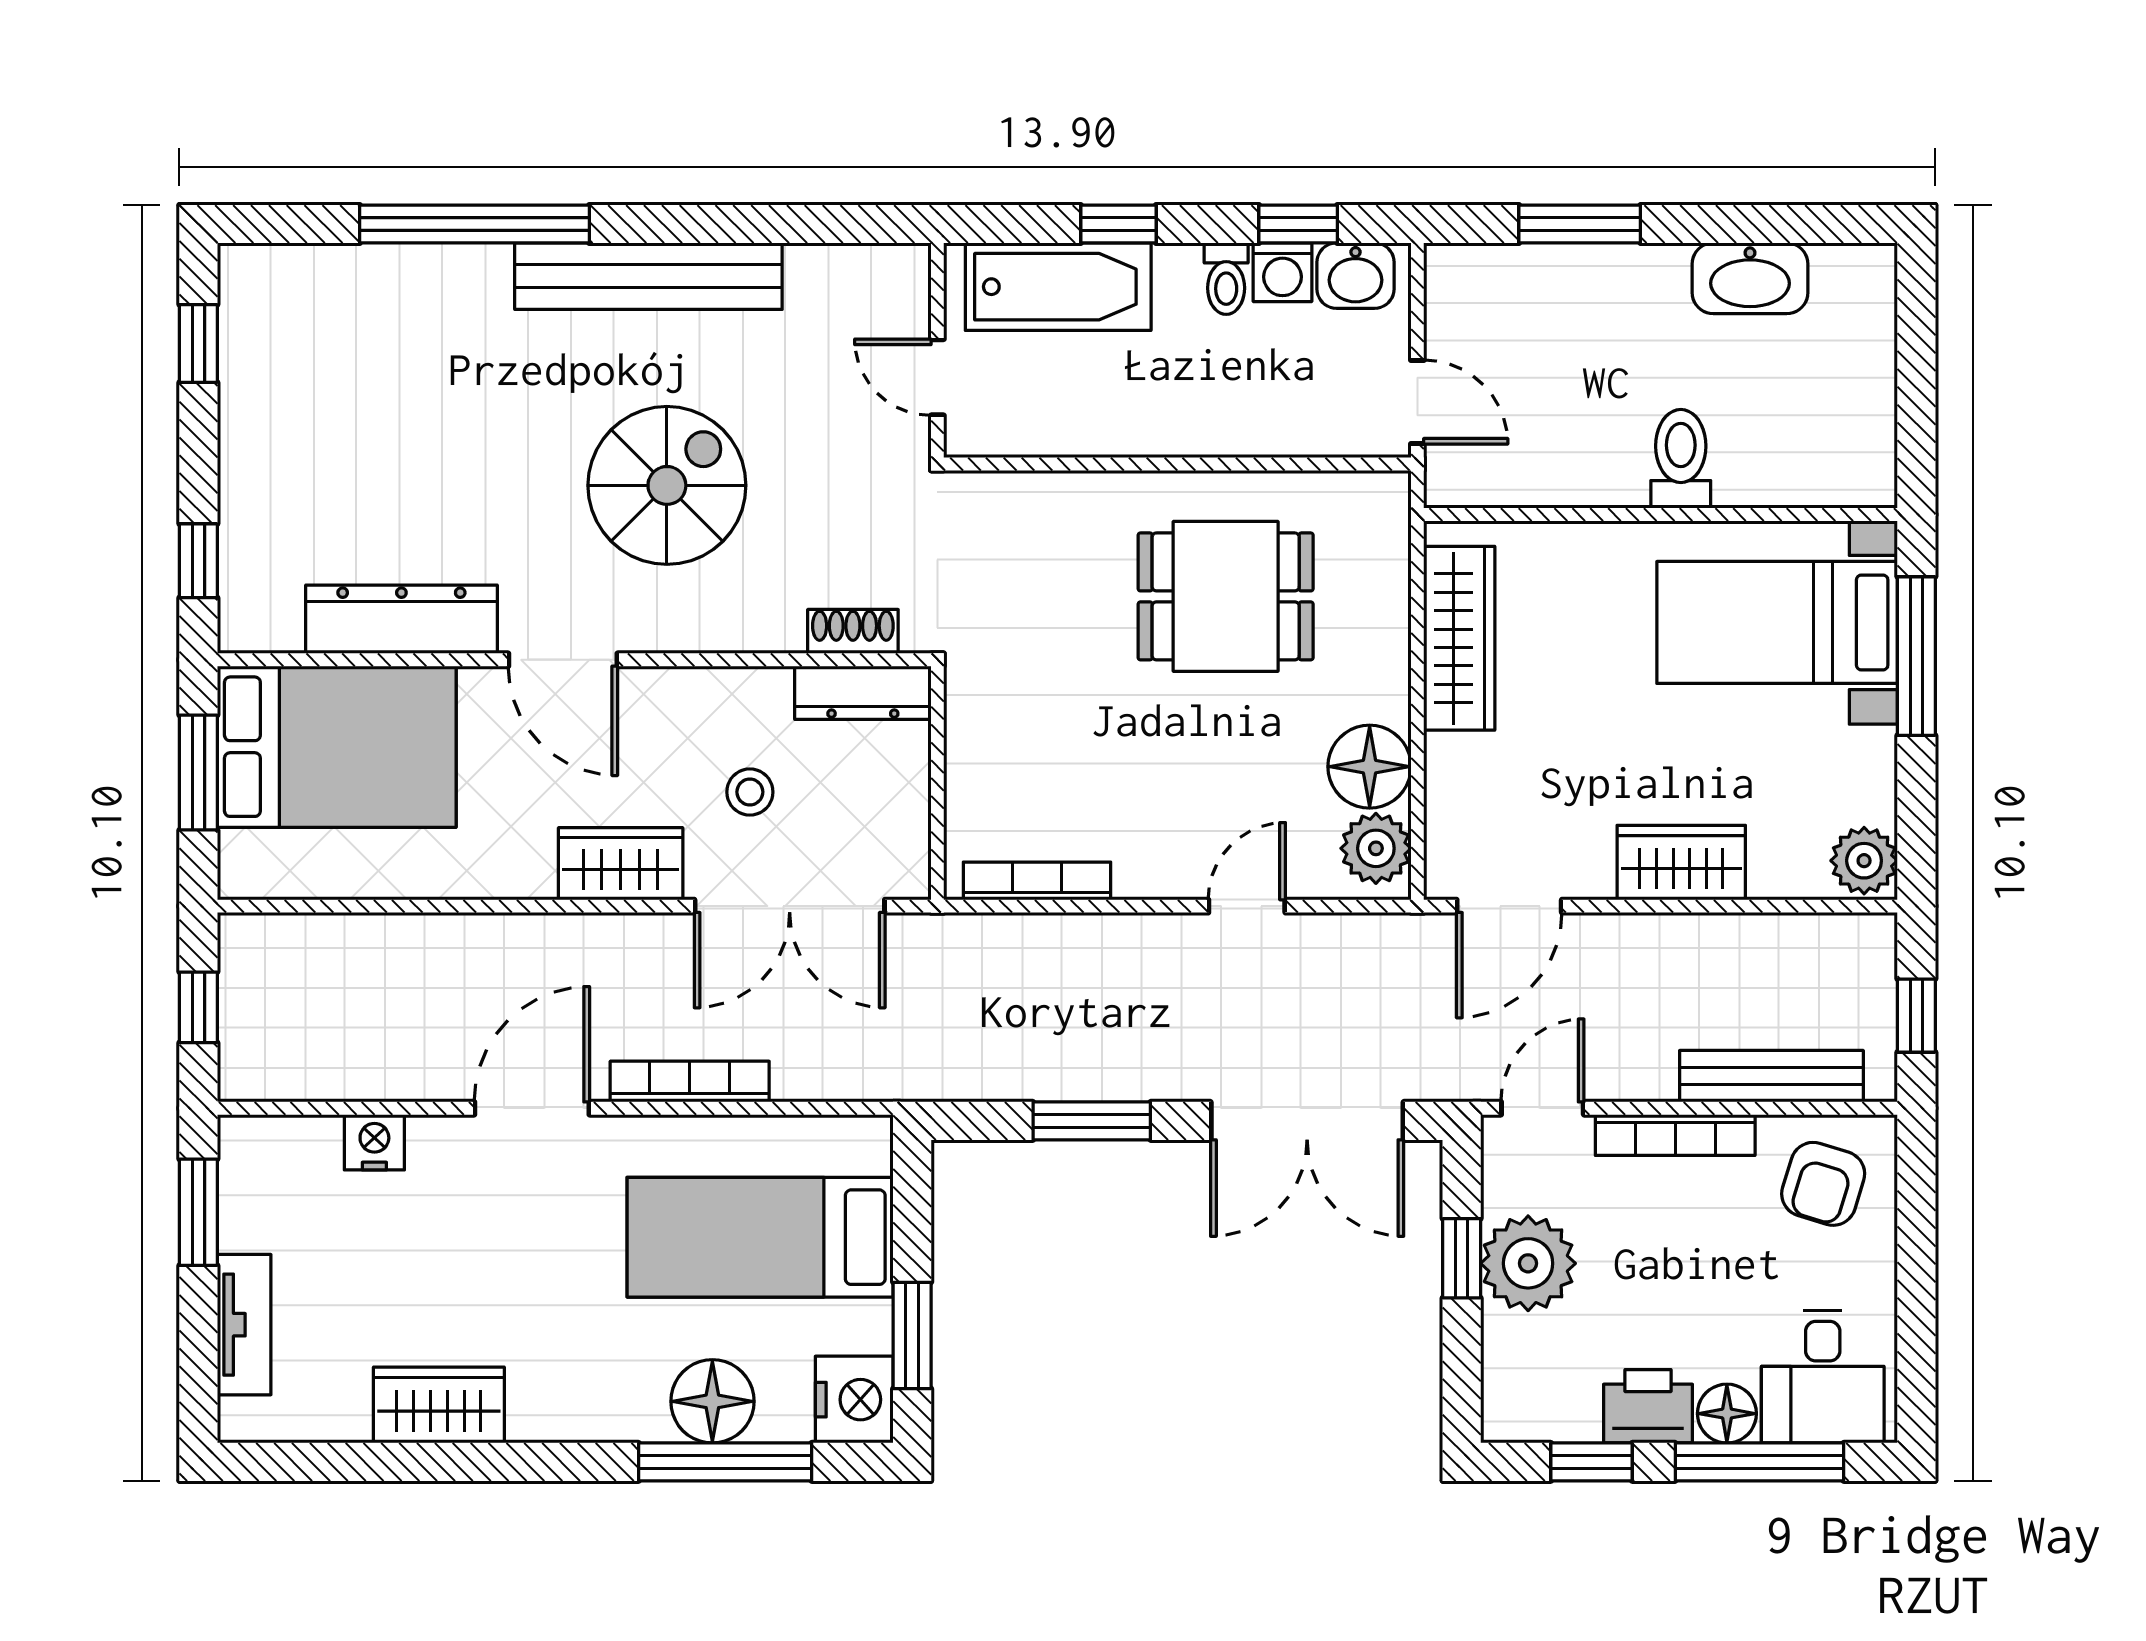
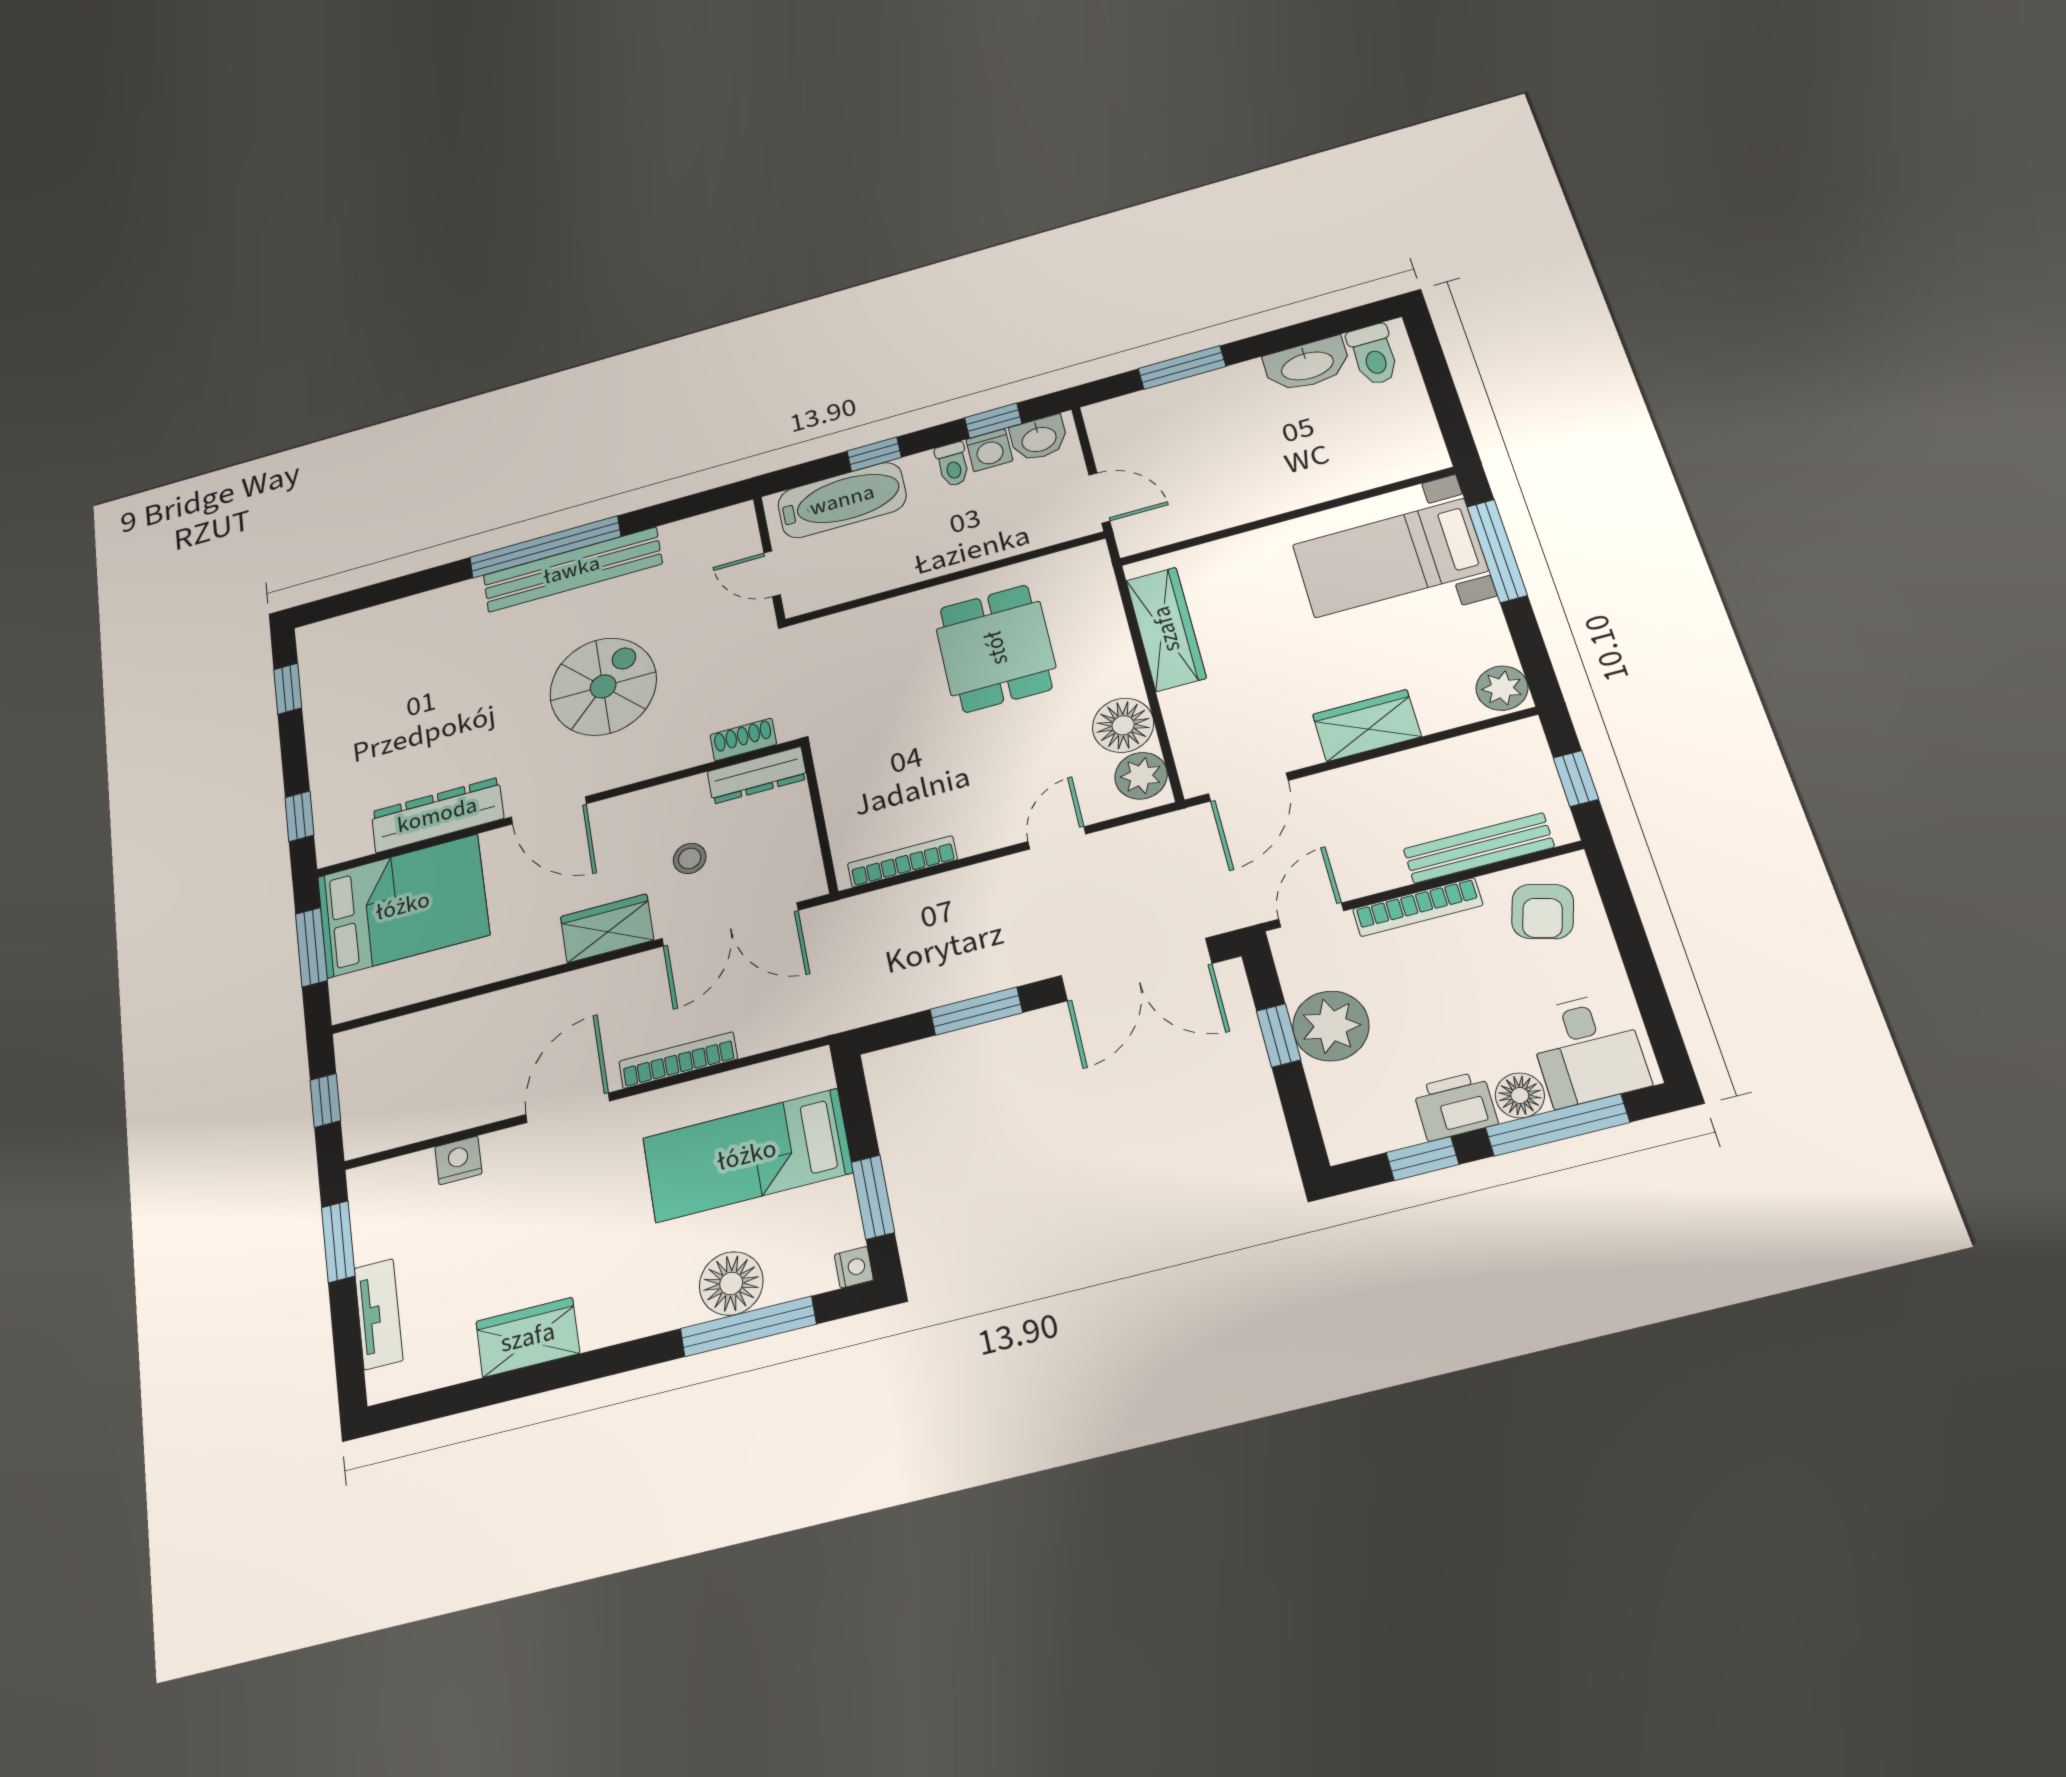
window: (475, 224) -> (545, 547), moved
toilet: (1681, 459) -> (1374, 355), moved, turned 180
dining table: (1226, 596) -> (996, 648), turned 90
nightstand: (854, 1400) -> (854, 1267), width x0.53, depth x0.56

